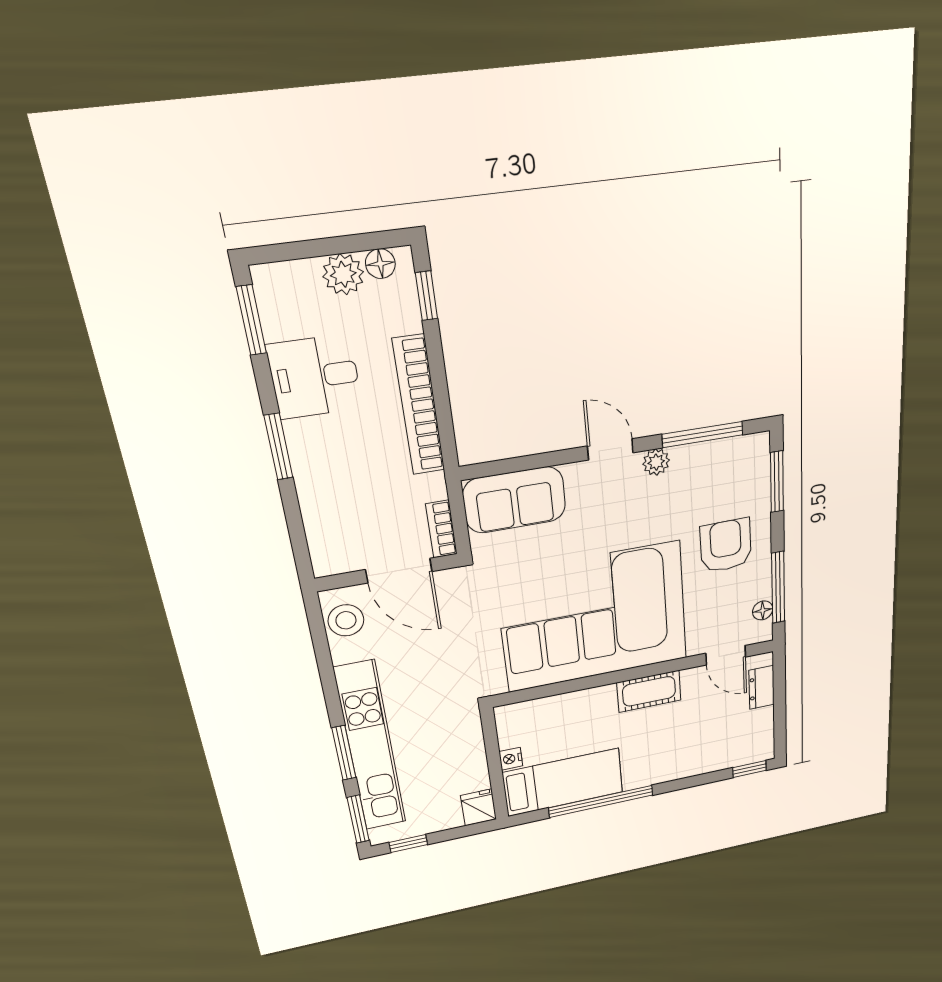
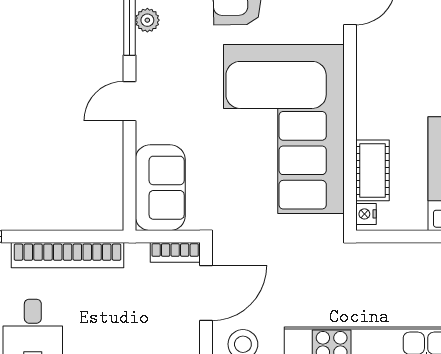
plant: (656, 462) -> (147, 20), moved
cot: (649, 691) -> (373, 170), moved
nightstand: (511, 759) -> (366, 214), moved, turned 90

